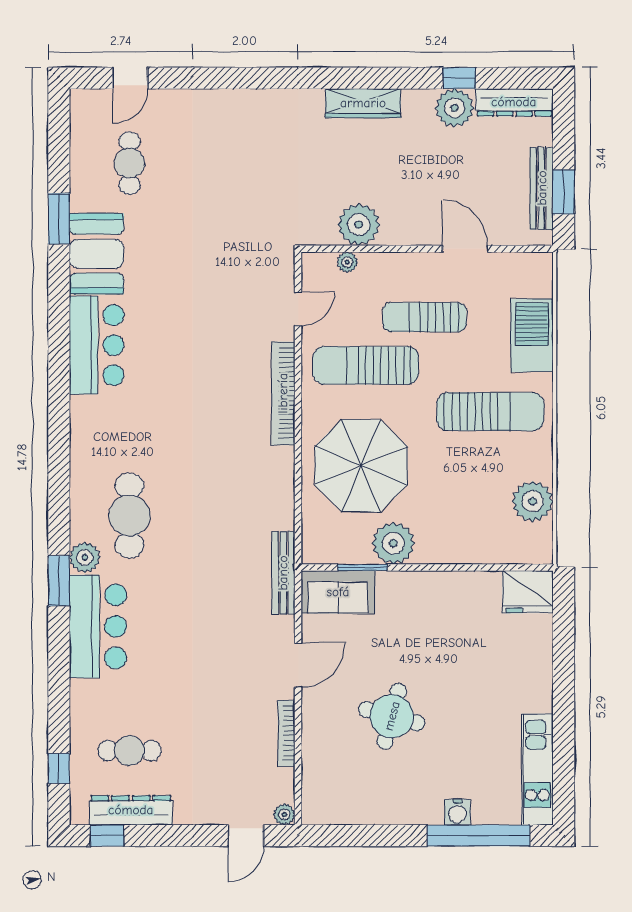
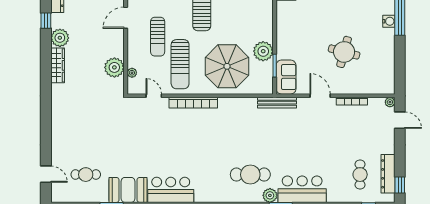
plant: (455, 108) -> (60, 38), moved

